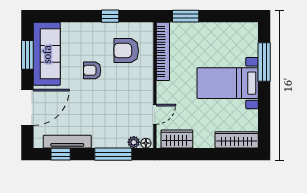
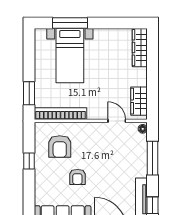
bed with nightstands: (228, 83) -> (70, 56), moved
plant: (134, 142) -> (142, 140), removed

